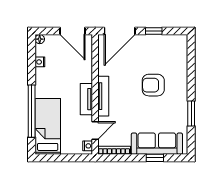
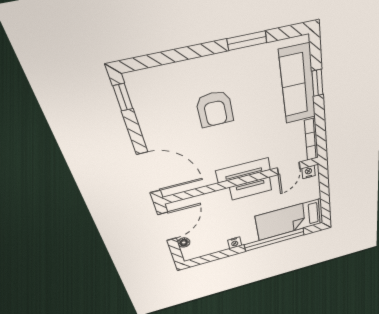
window: (154, 31) -> (123, 97), moved
floor lamp: (40, 39) -> (184, 242), moved
nightstand: (40, 62) -> (235, 243), moved
door: (95, 131) -> (289, 168), swing flipped

